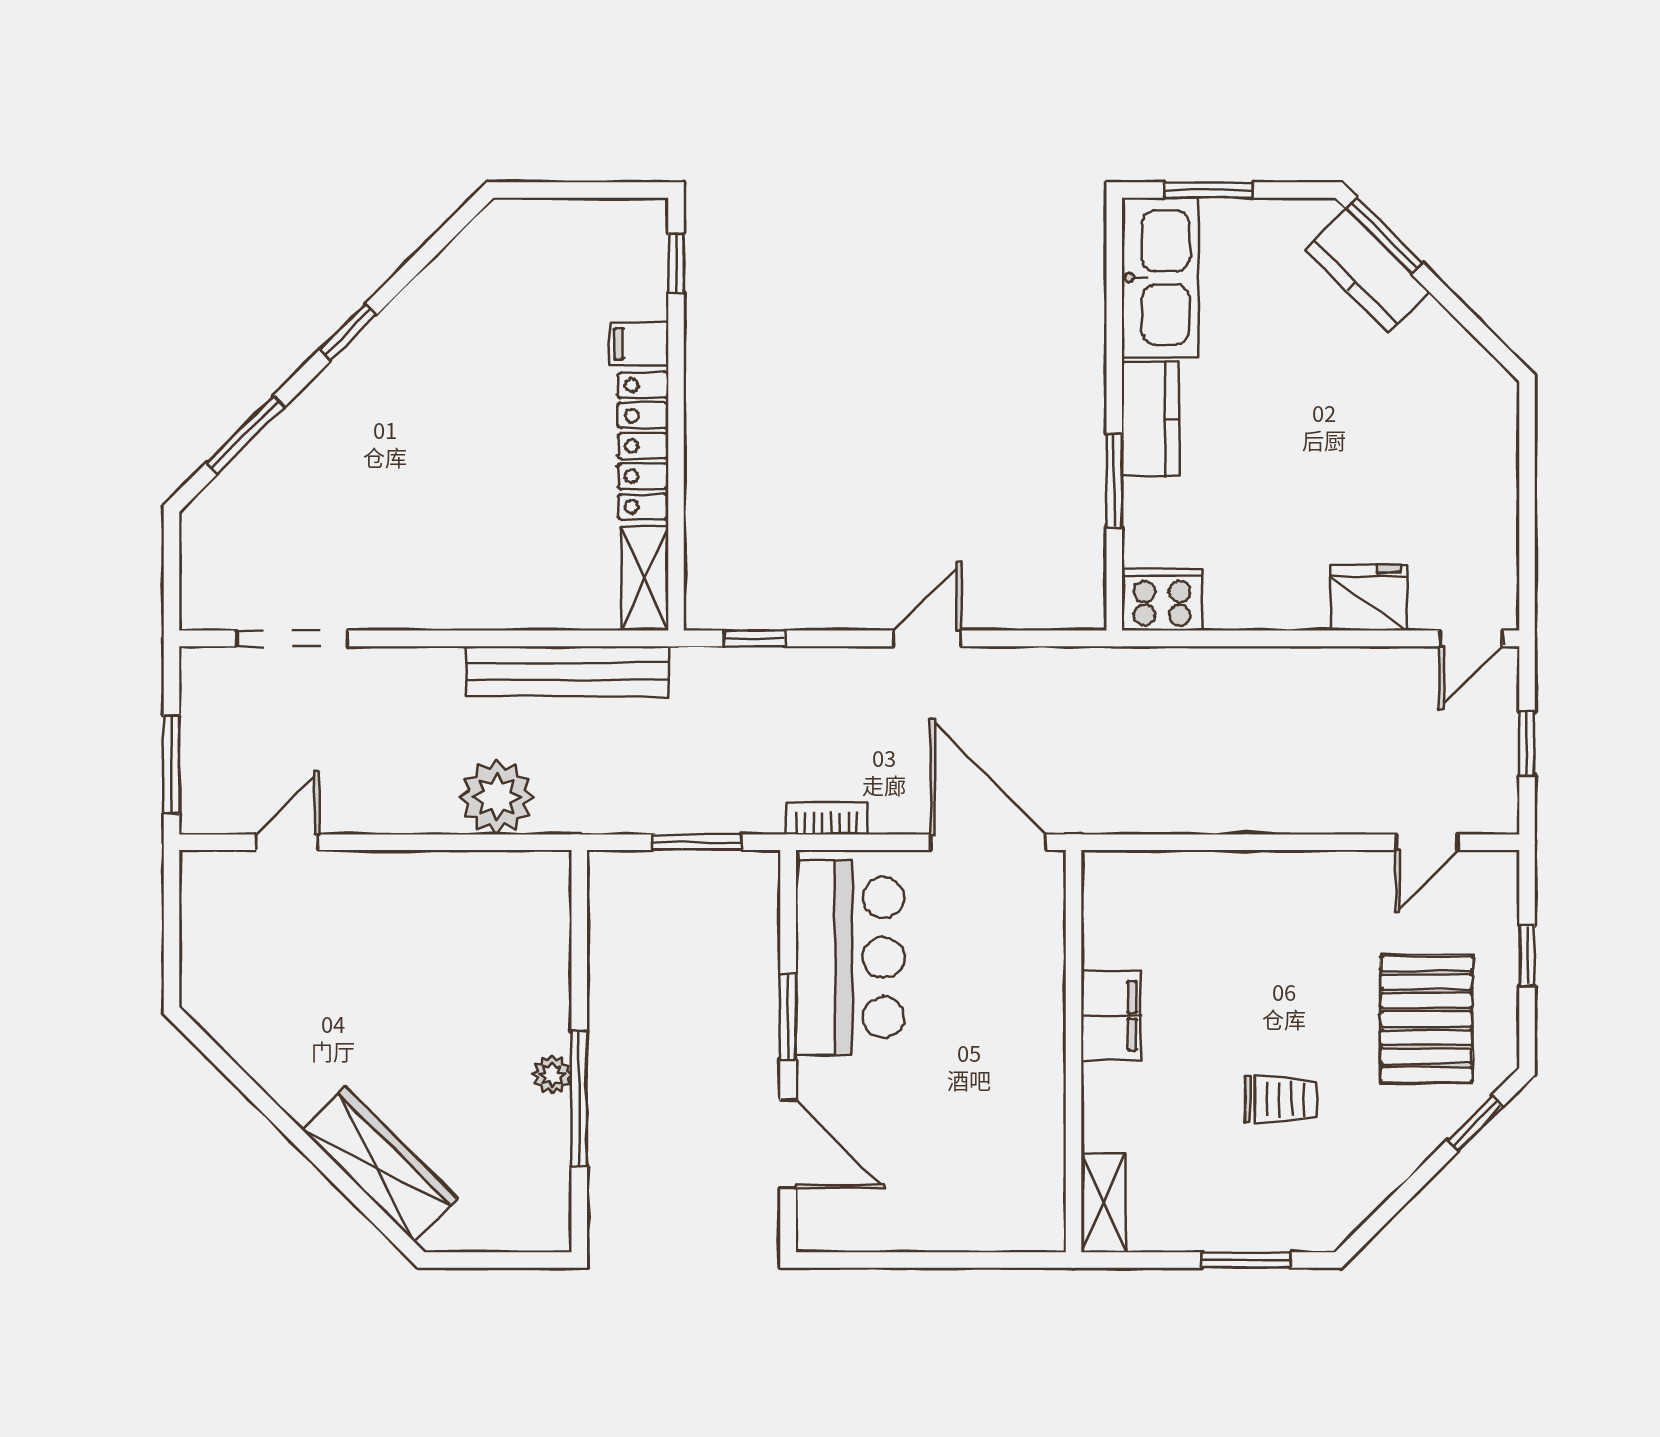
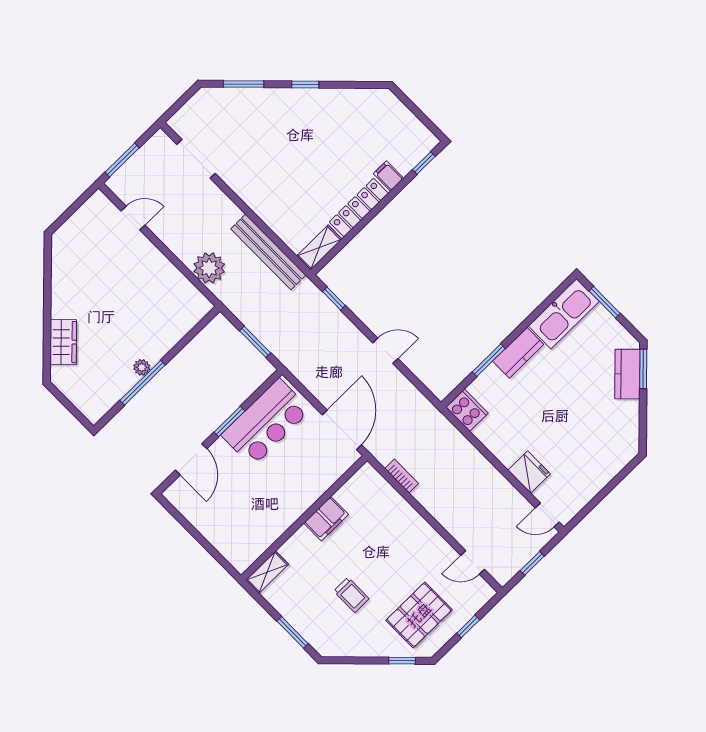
bookcase: (827, 818) -> (402, 476), moved
wardrobe: (380, 1164) -> (63, 342), width x0.67

